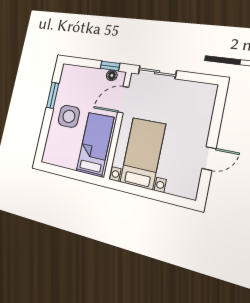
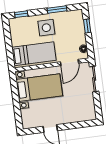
window: (110, 66) -> (87, 26), moved
door: (123, 100) -> (70, 63), swing flipped
window: (42, 143) -> (21, 14), added

